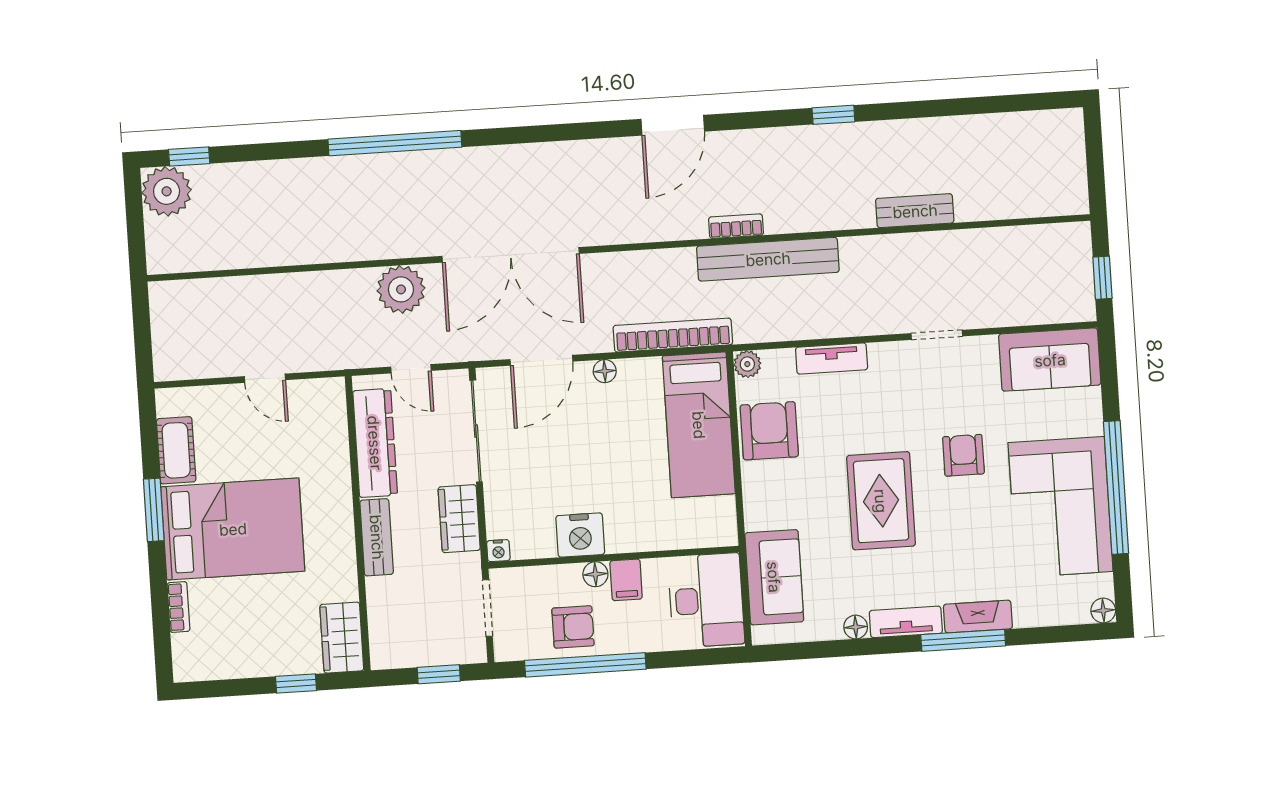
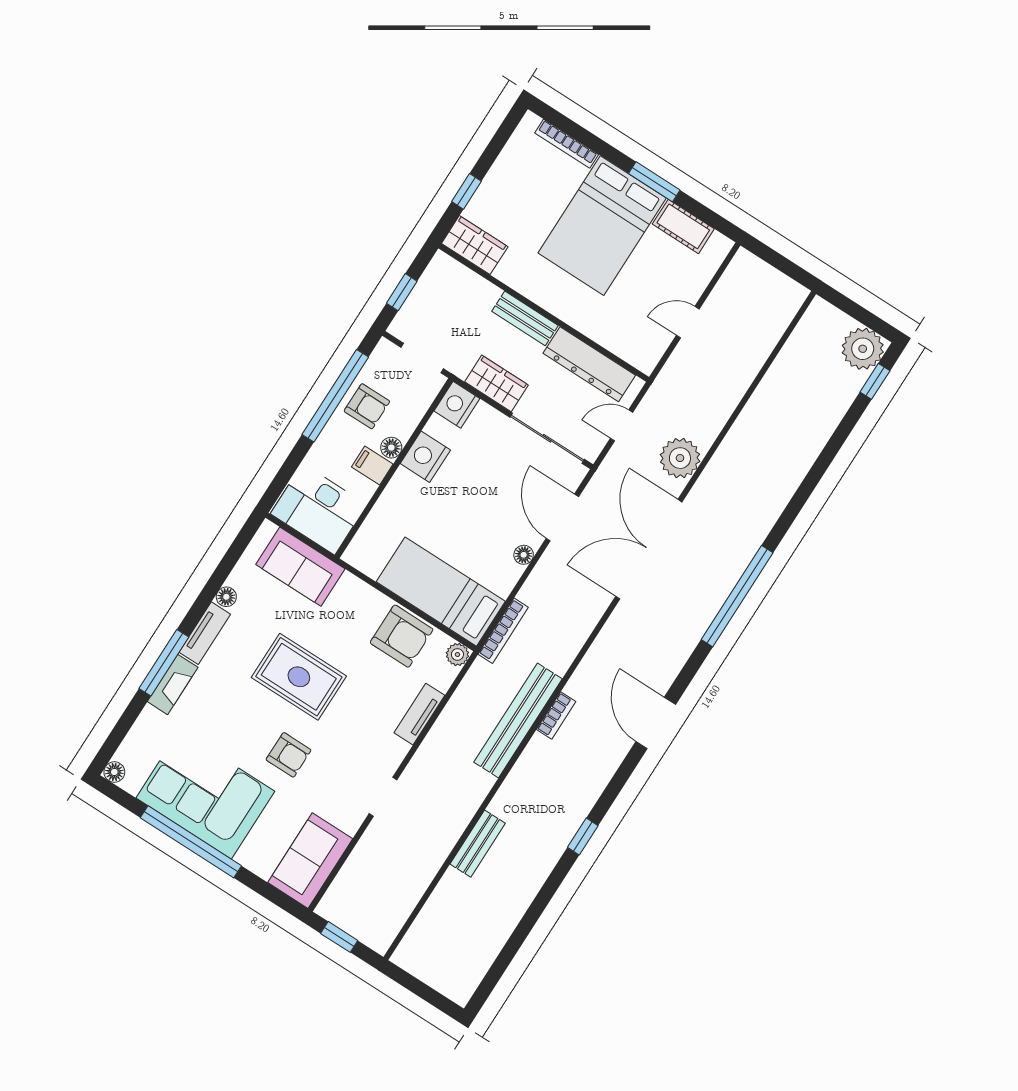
window: (395, 143) -> (737, 596), moved
bookcase: (673, 335) -> (503, 631), width x0.68, depth x0.76
nightstand: (498, 551) -> (457, 405), width x1.89, depth x1.79
bookcase: (178, 607) -> (567, 144), width x1.56
armchair: (573, 627) -> (367, 406), turned -90

